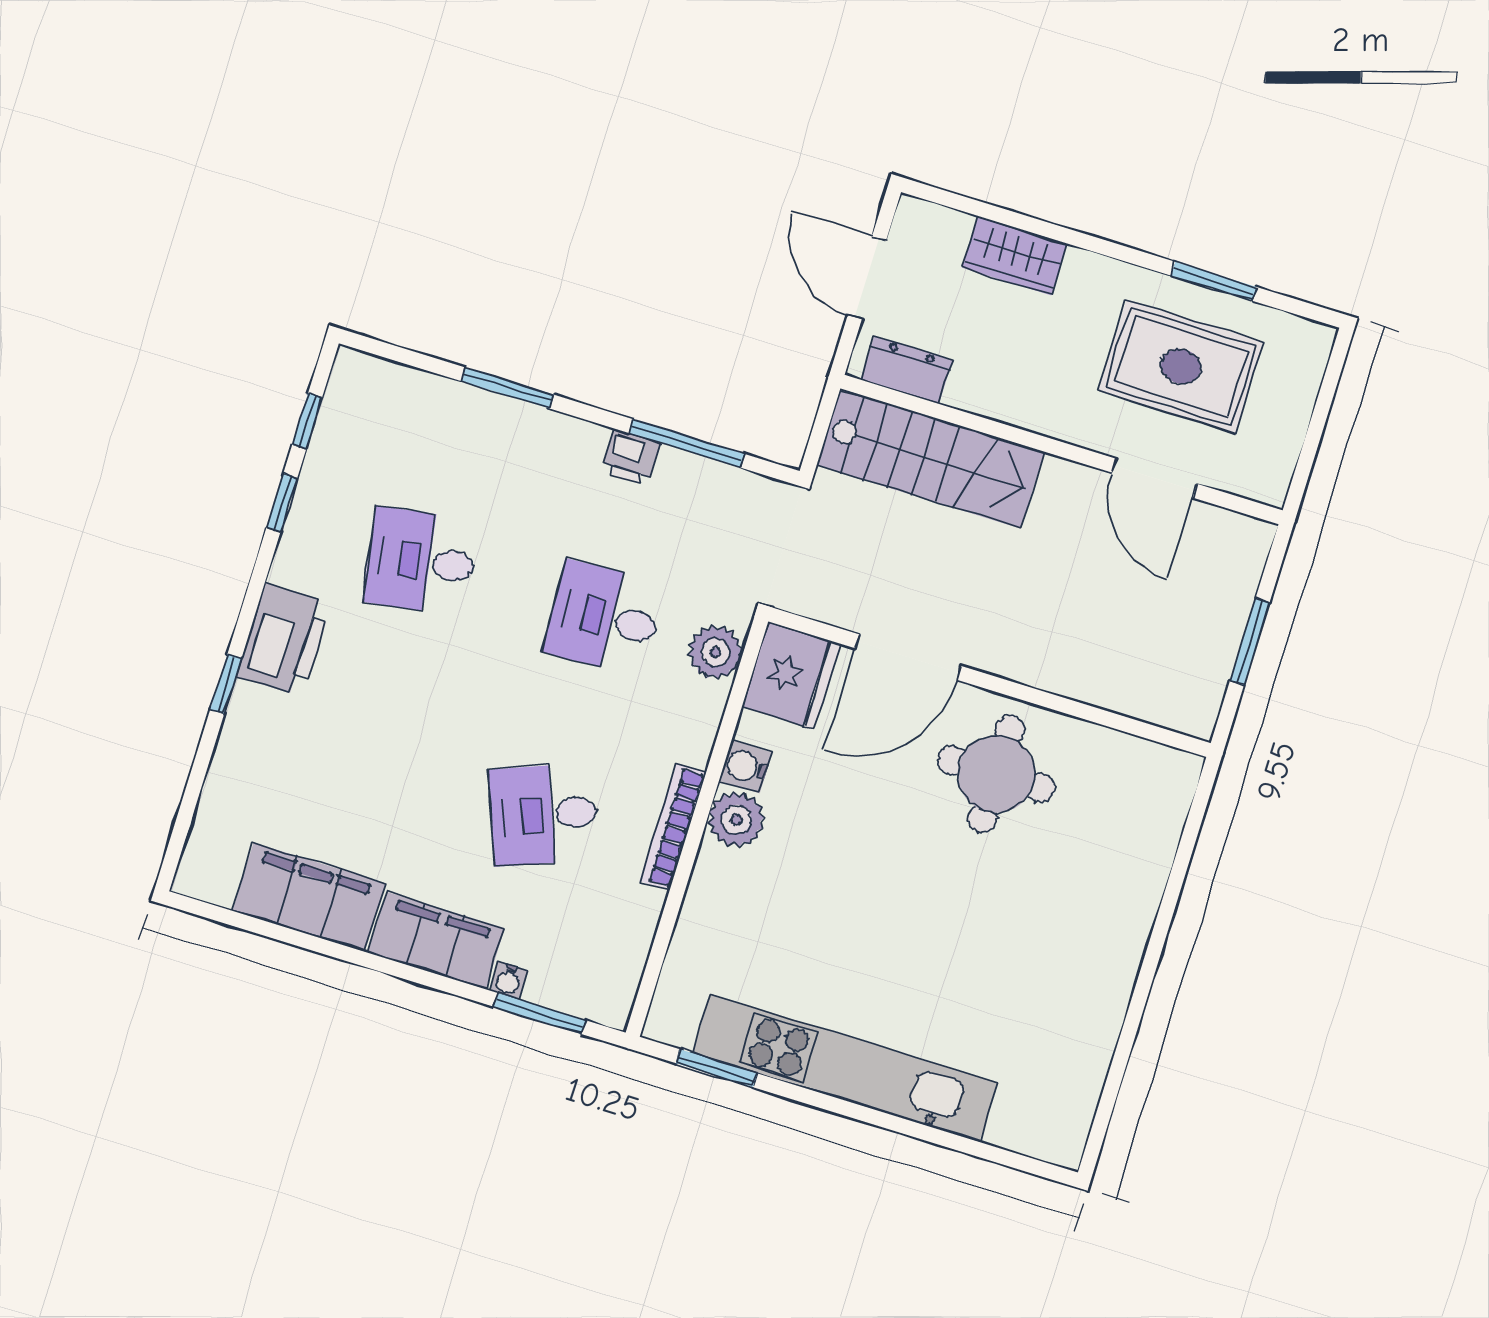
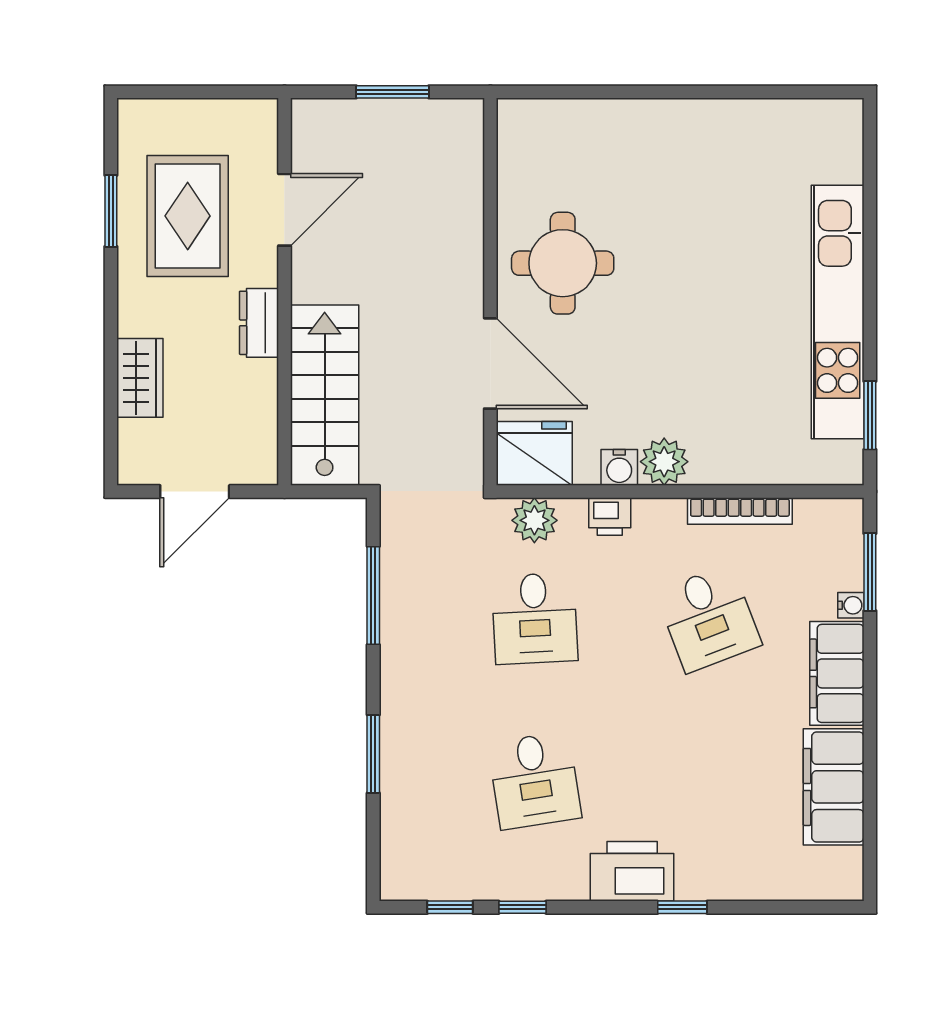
dresser: (907, 370) -> (259, 323), moved
printer: (631, 457) -> (610, 516), moved, turned 90
bookcase: (673, 827) -> (740, 511), moved

